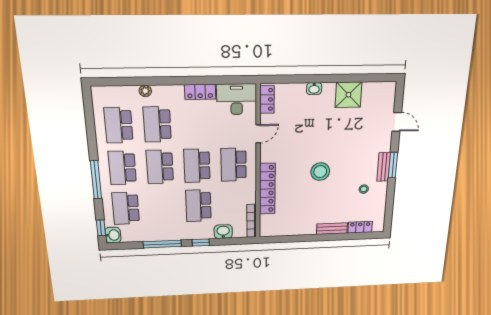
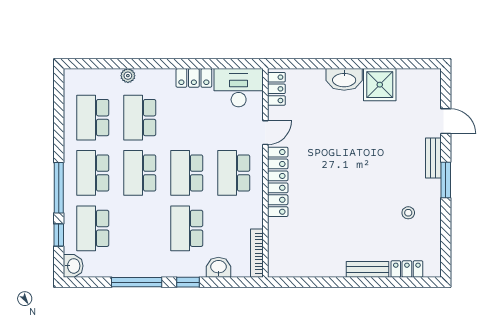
washbasin: (314, 89) -> (344, 79), width x1.91, depth x1.45
bench: (384, 167) -> (433, 158), moved
stool: (320, 172) -> (348, 186), removed
locker: (267, 189) -> (278, 182), moved
window: (101, 228) -> (59, 235), moved

